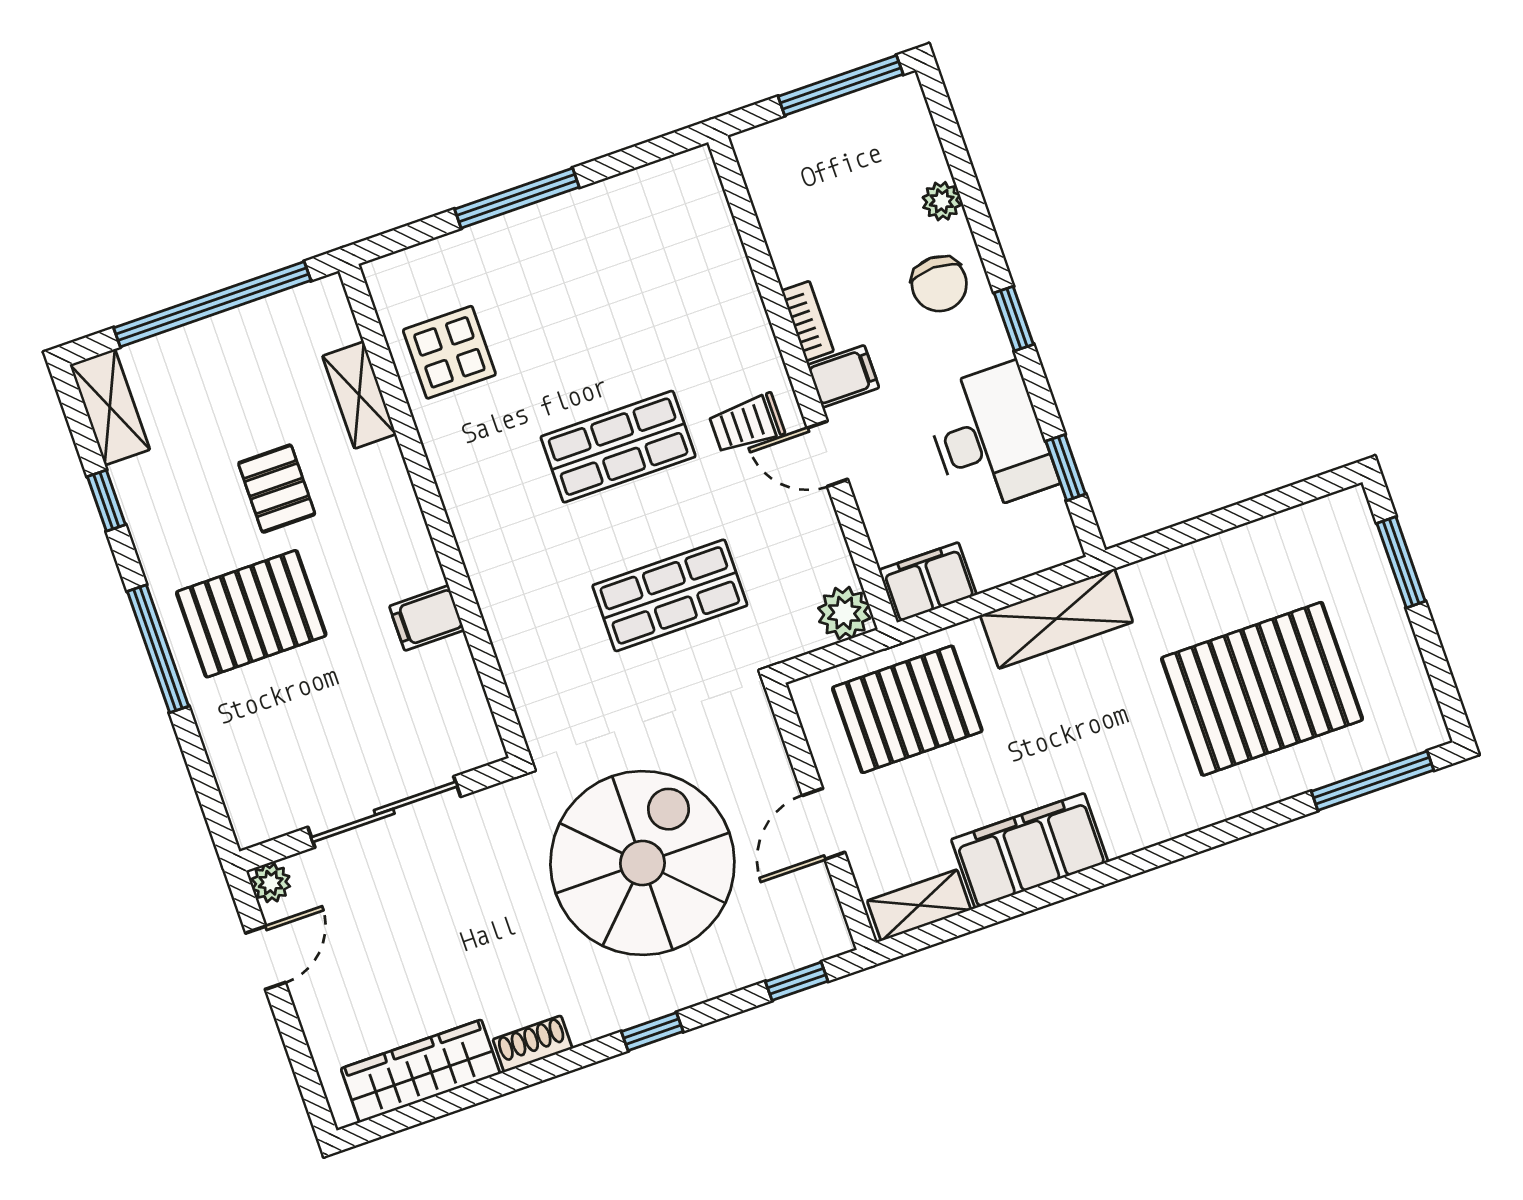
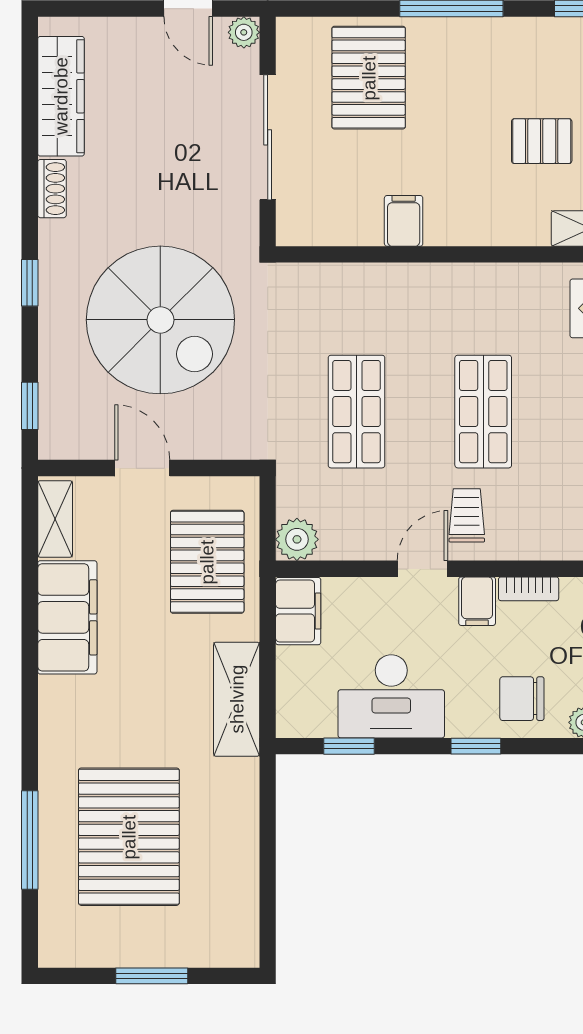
window: (1401, 562) -> (152, 976), moved
pallet: (251, 614) -> (369, 78), moved
window: (1372, 781) -> (30, 840), moved

